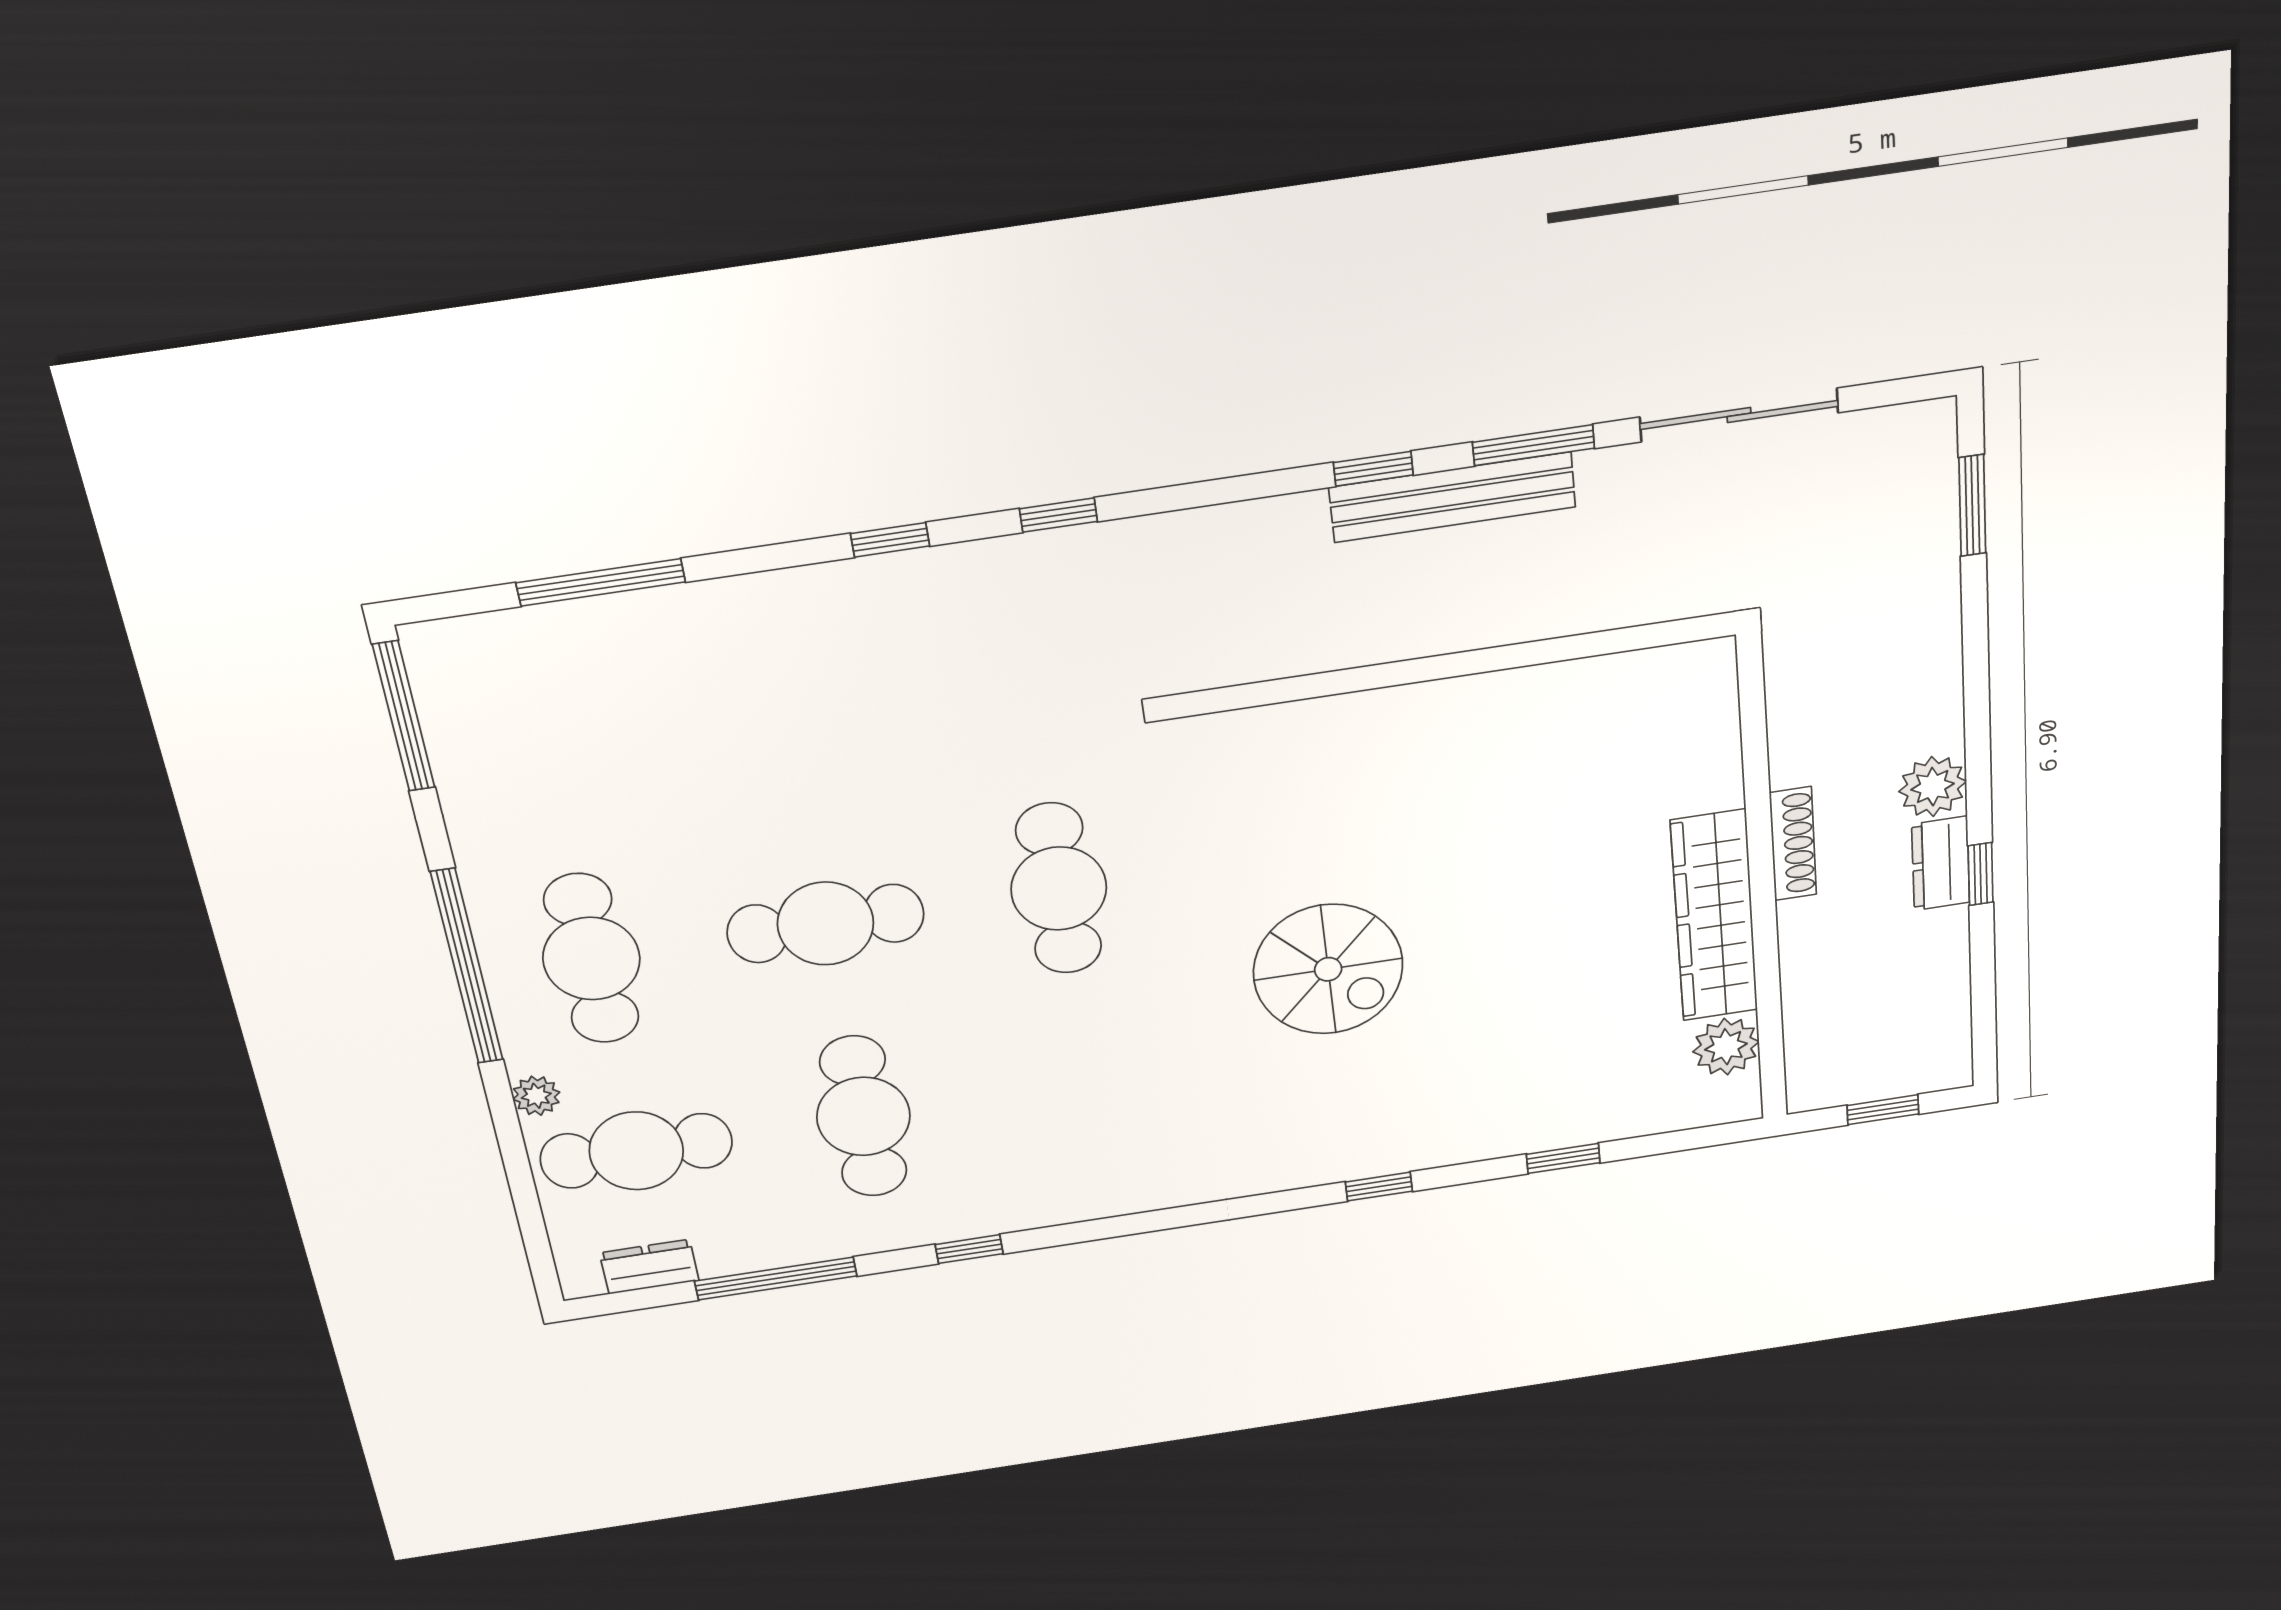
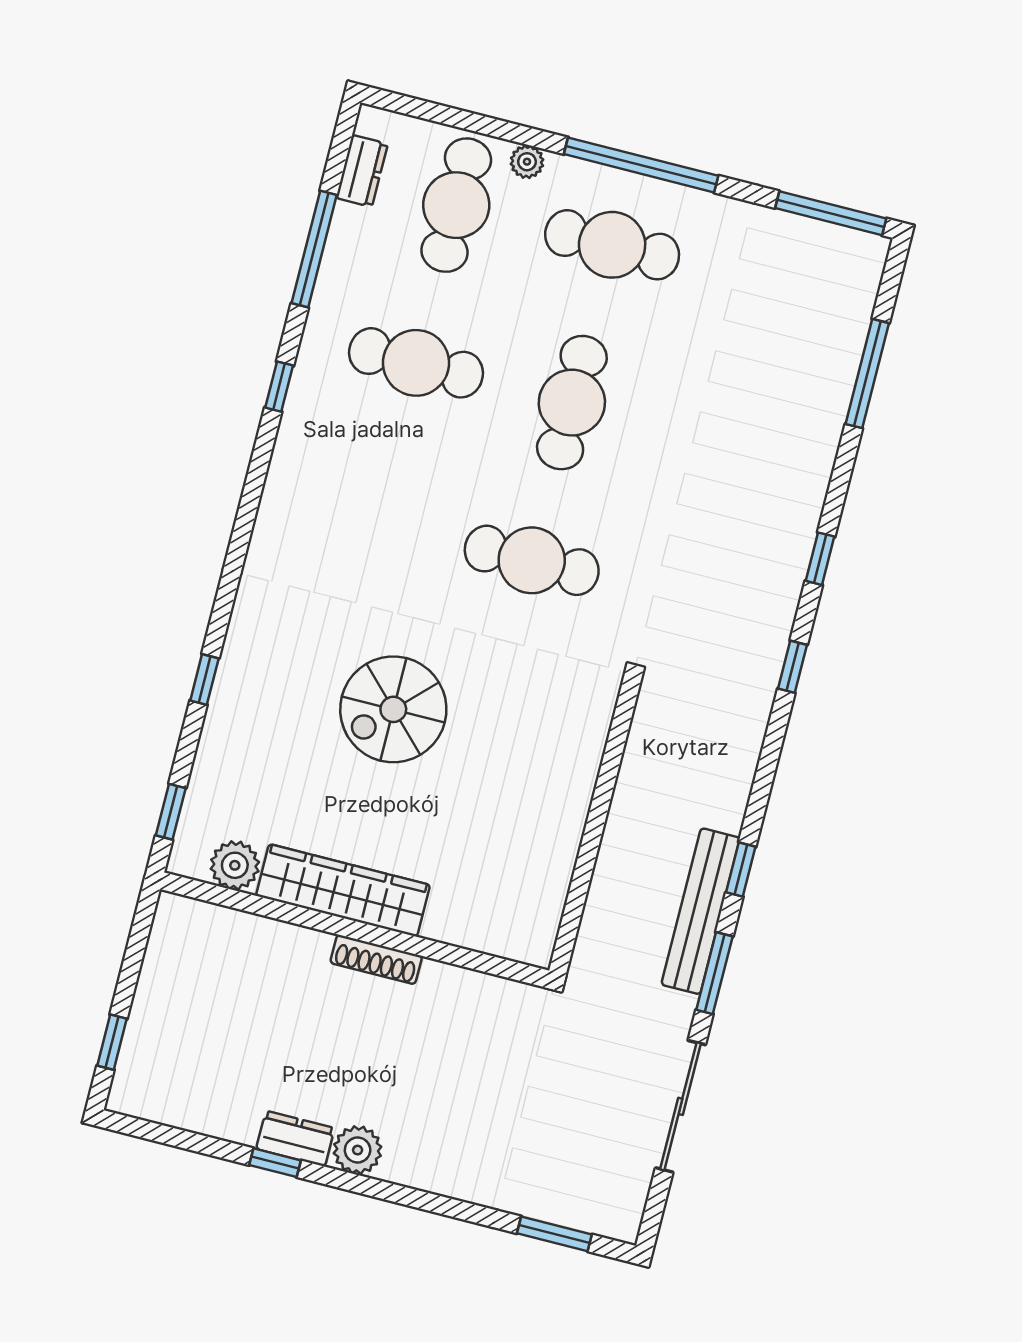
shoe rack: (1793, 844) -> (376, 959), moved
wall: (1762, 883) -> (355, 930), moved
wardrobe: (1714, 916) -> (343, 890), moved
plant: (1726, 1047) -> (235, 865), moved

